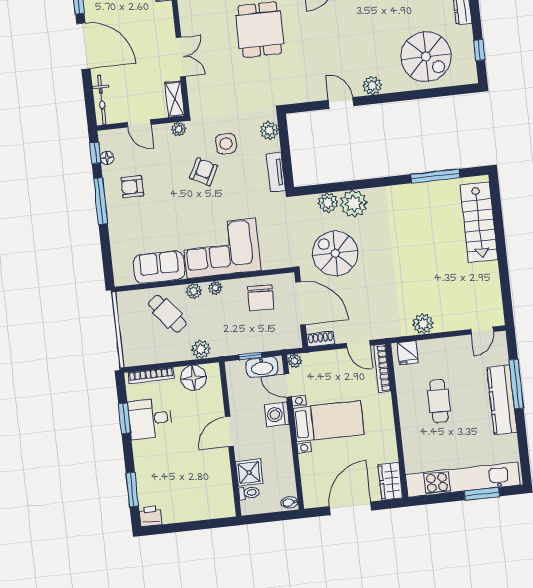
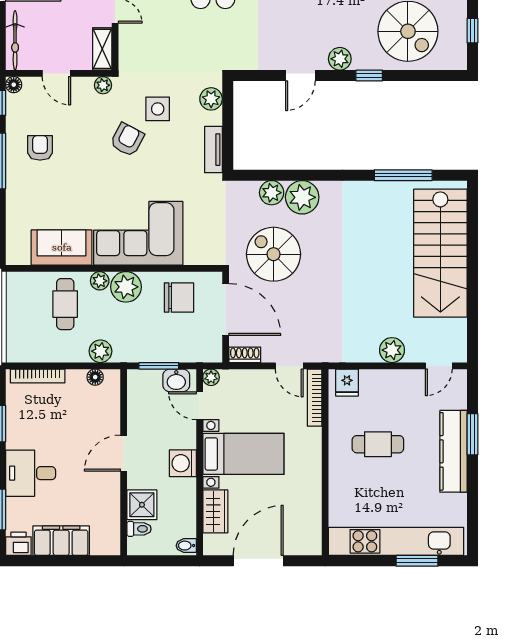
window: (398, 97) -> (369, 76), added
door: (341, 103) -> (300, 76), swing flipped
floor lamp: (107, 158) -> (14, 85), moved
armchair: (132, 187) -> (40, 148), turned 90
stairs: (479, 222) -> (440, 253), width x1.36, depth x1.51
plant: (215, 288) -> (126, 287), width x1.88, depth x1.88
chair: (261, 298) -> (179, 297), turned -92
cafe table: (167, 314) -> (65, 304), turned 39
plant: (423, 324) -> (392, 350), moved
window: (250, 356) -> (159, 366), width x1.50
washbasin: (262, 367) -> (176, 380), width x0.72
floor lamp: (194, 378) -> (95, 377), width x0.53, depth x0.53
window: (516, 384) -> (472, 434), width x0.69
cafe table: (439, 401) -> (378, 444), turned 90
washing machine: (277, 414) -> (183, 463), moved
desk: (150, 419) -> (31, 473), moved
wardrobe: (390, 481) -> (215, 511), moved, turned 180
filing cabinet: (186, 510) -> (61, 541), added

